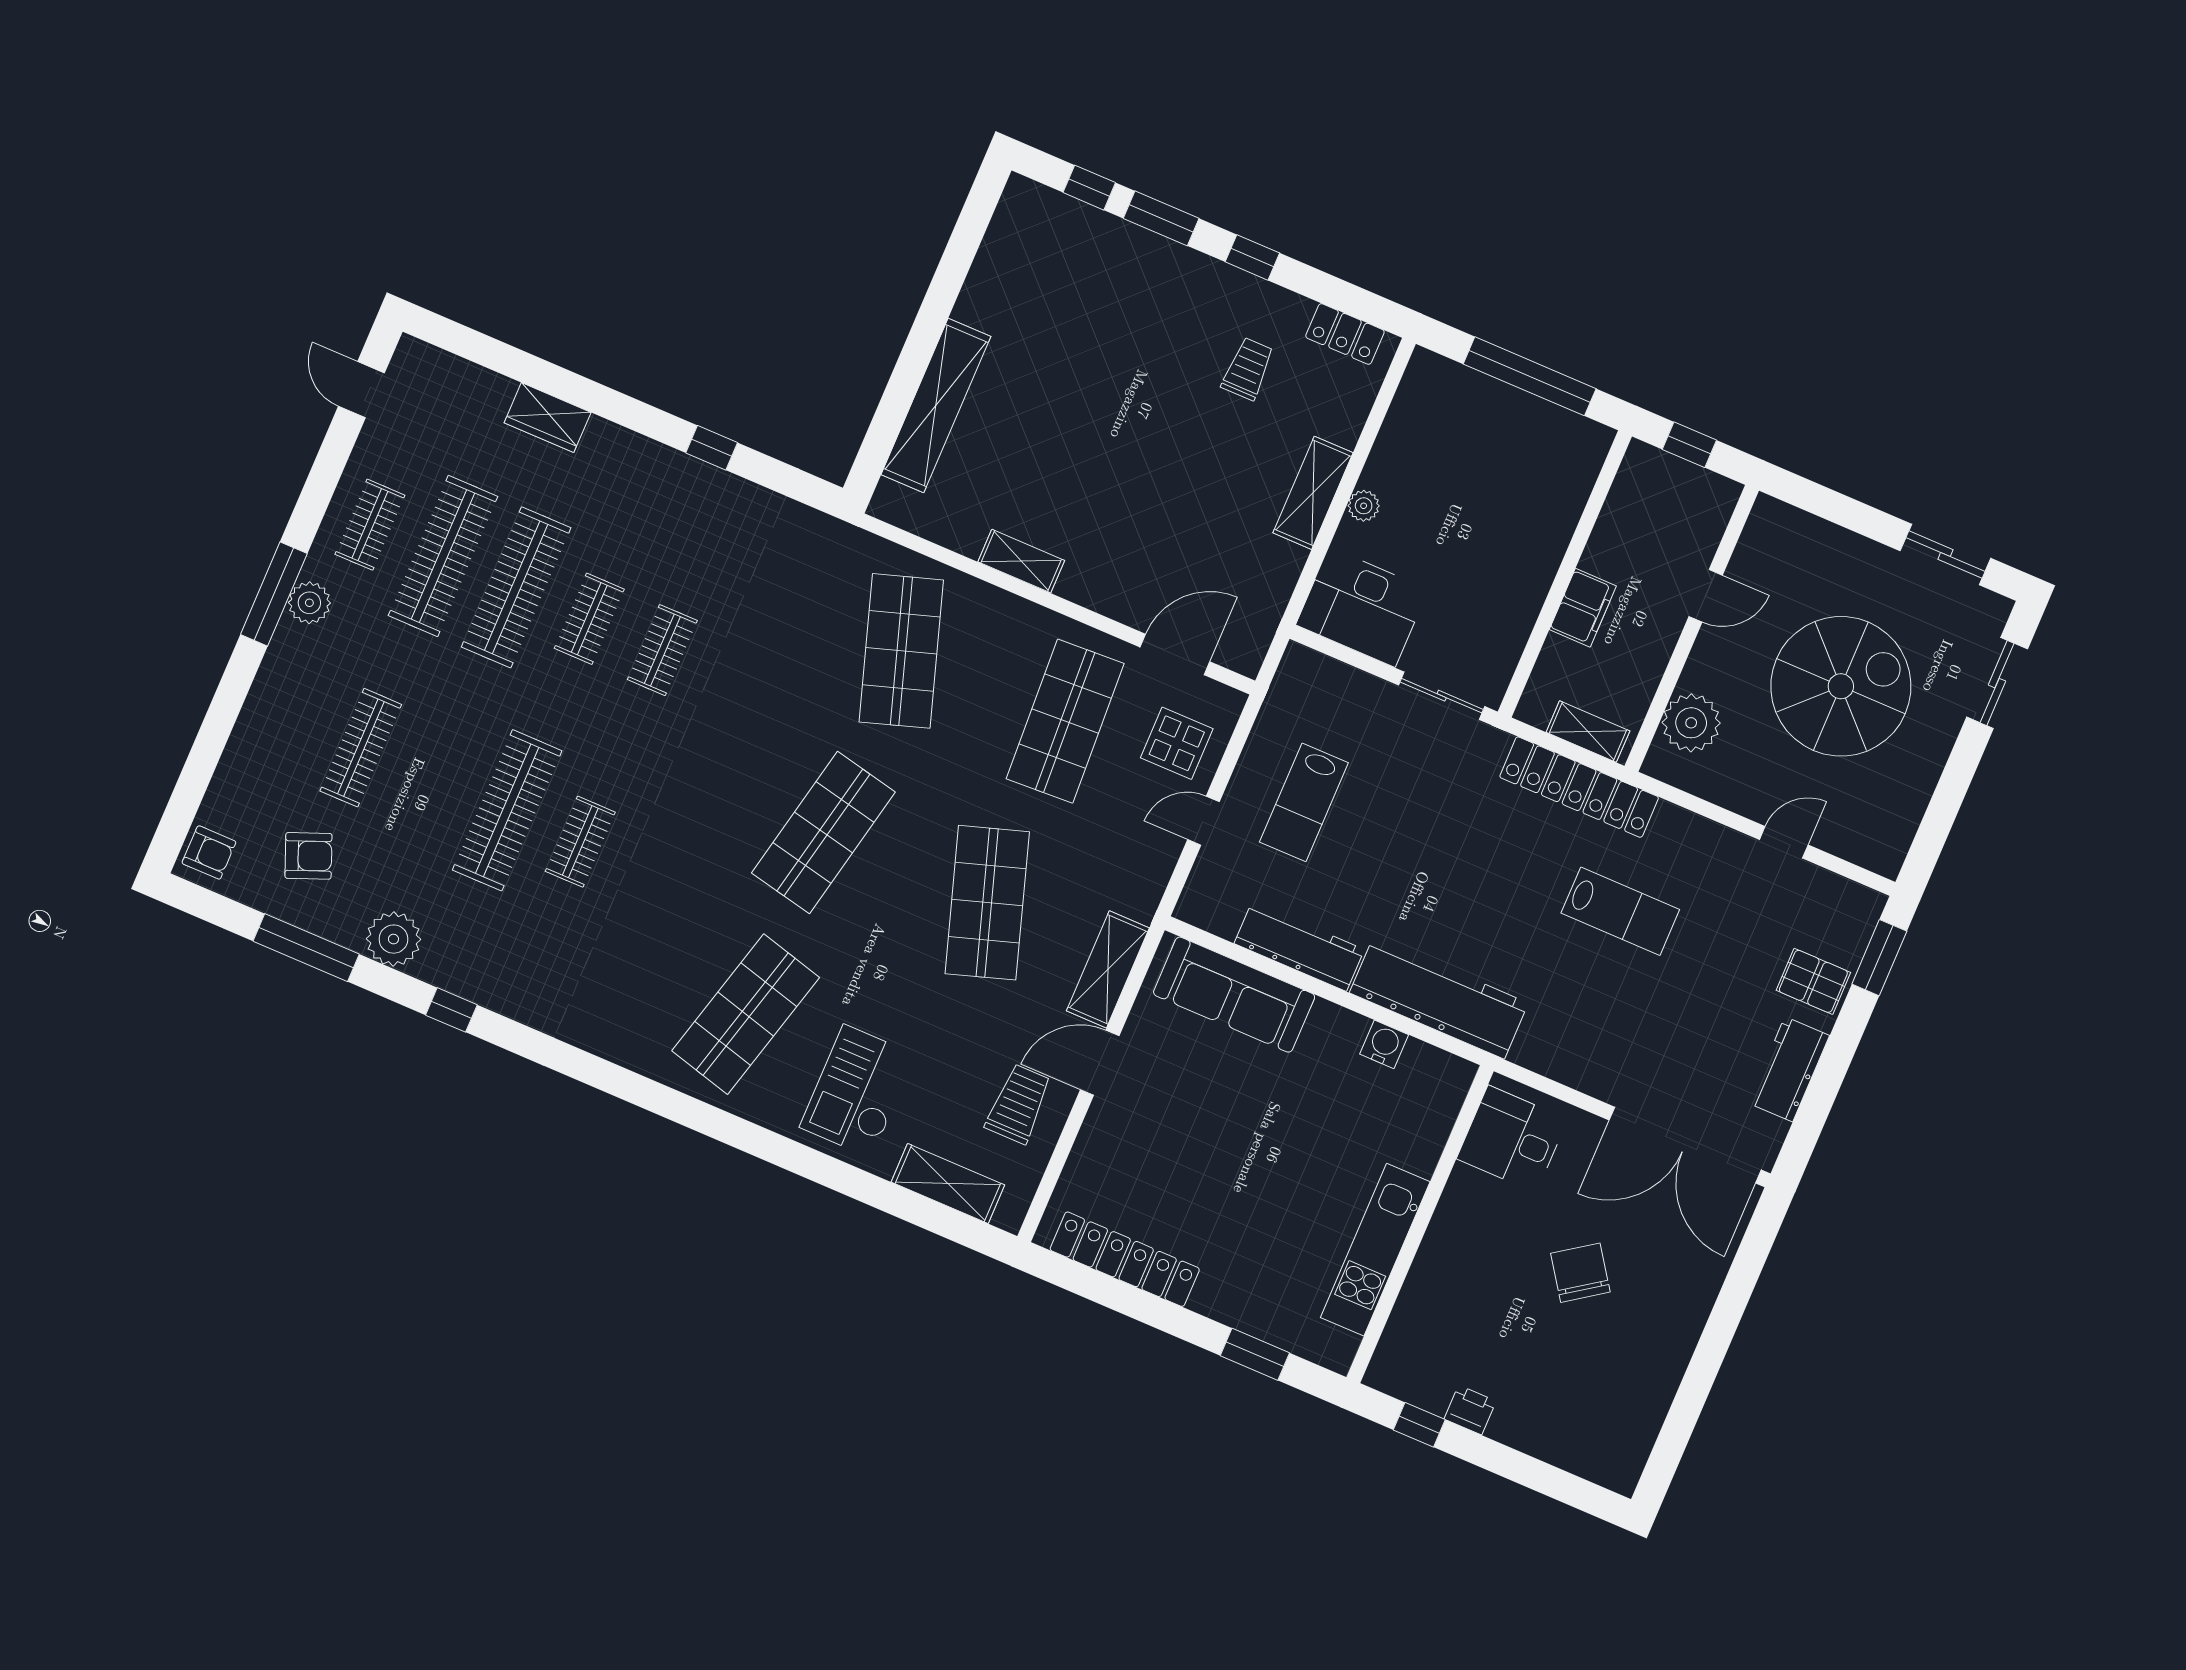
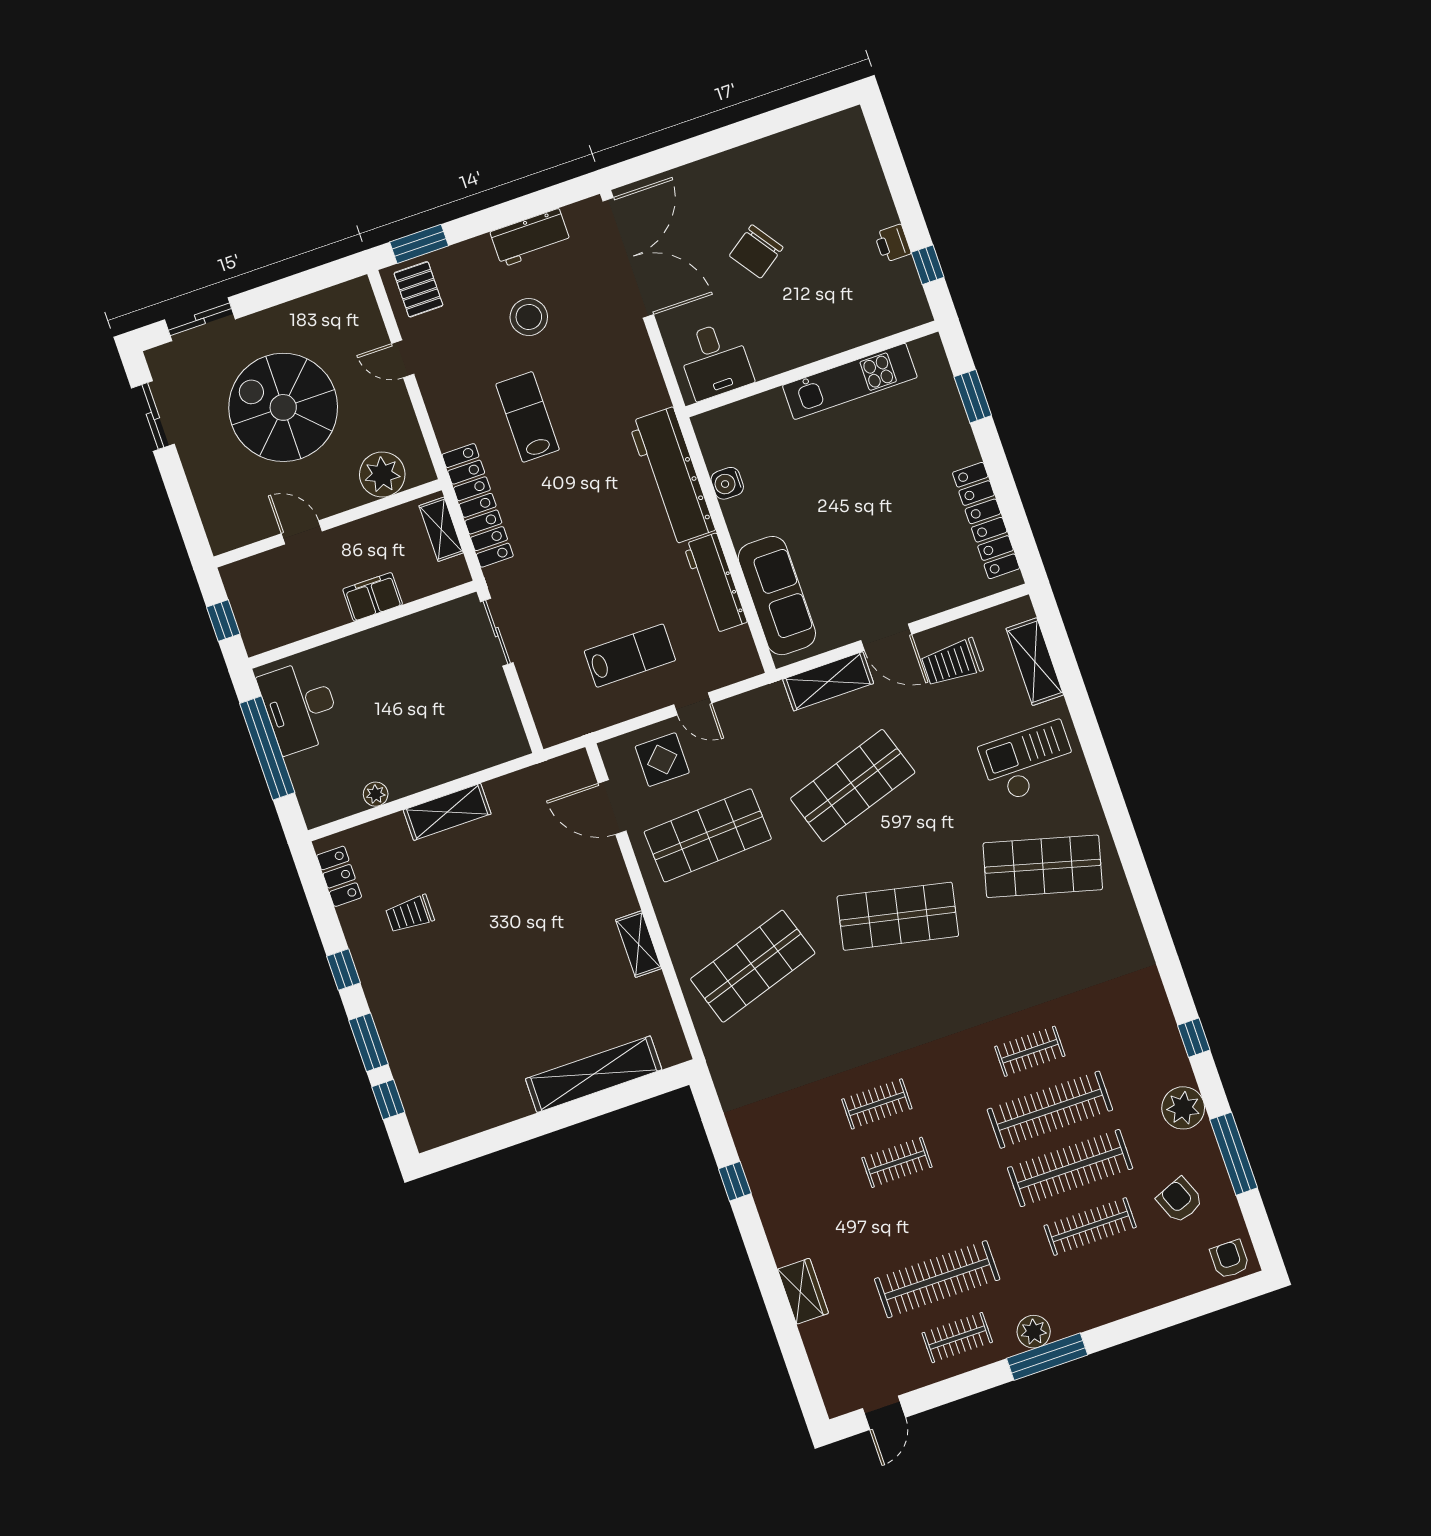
plant: (1364, 506) -> (376, 794), moved
clothes rail: (516, 587) -> (1070, 1168), moved
desk: (1362, 607) -> (300, 707), moved, turned 180
pallet: (1813, 981) -> (418, 289), moved
stool: (1715, 999) -> (529, 317), added
checkout: (858, 1091) -> (1029, 762), turned 180

